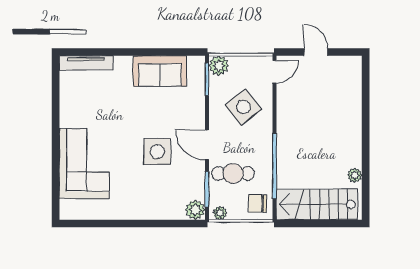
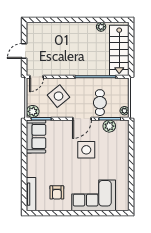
sofa: (160, 71) -> (36, 136), moved
door: (274, 72) -> (37, 77), swing flipped
armchair: (89, 104) -> (57, 192), added
chair: (257, 204) -> (119, 87), removed
plant: (195, 210) -> (109, 126), moved

